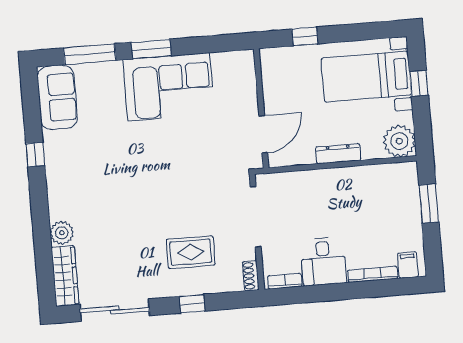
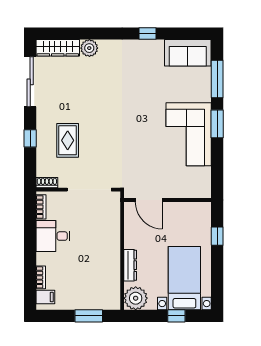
dresser: (338, 154) -> (130, 265), moved
bookcase: (373, 274) -> (41, 277), width x0.64

